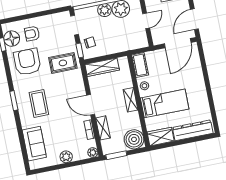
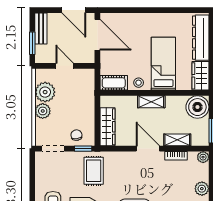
door: (91, 105) -> (148, 149), swing flipped

